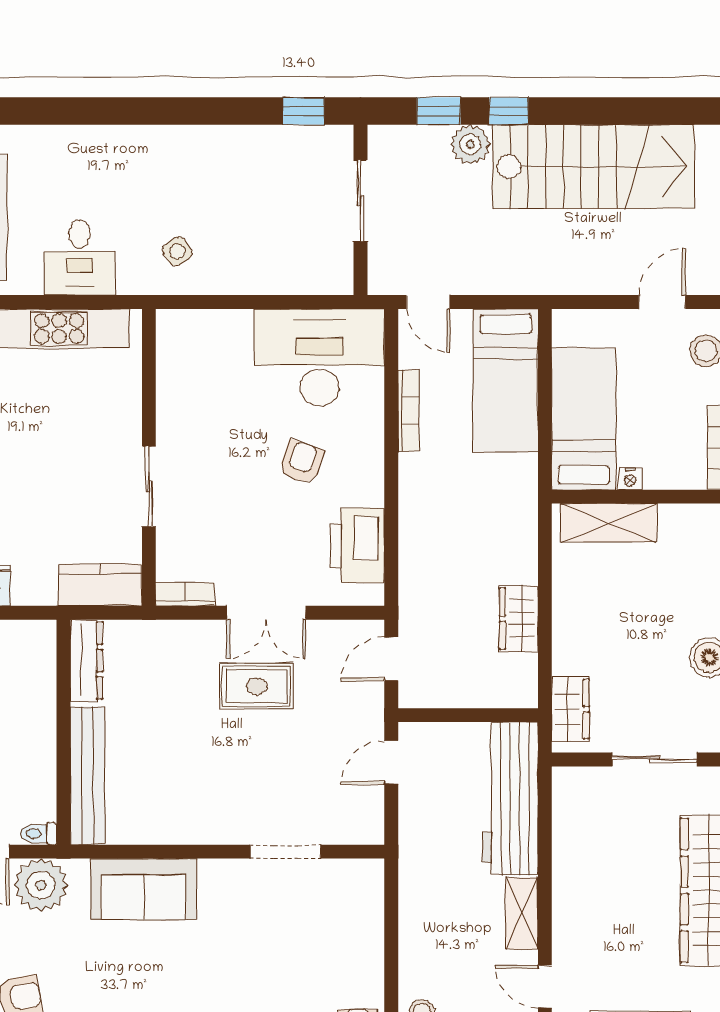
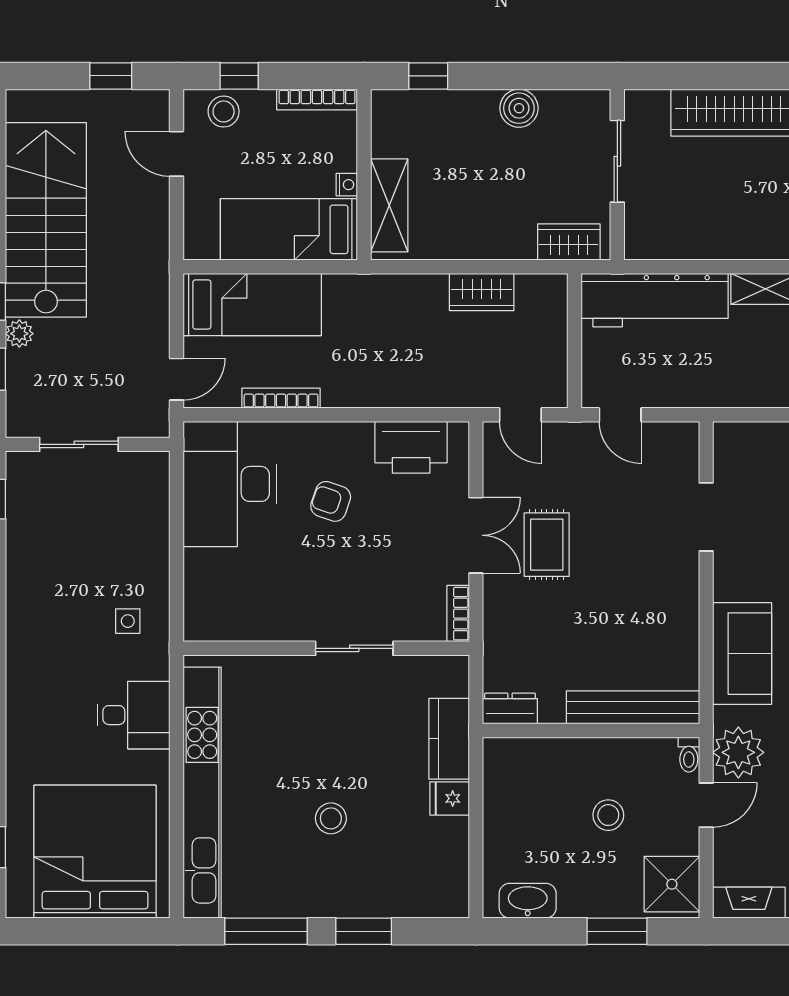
plant: (470, 144) -> (19, 334), width x0.73, depth x0.73
side table: (177, 251) -> (128, 621), turned 34
kitchen counter: (100, 585) -> (449, 739), moved
dresser: (86, 661) -> (510, 709), width x0.70

